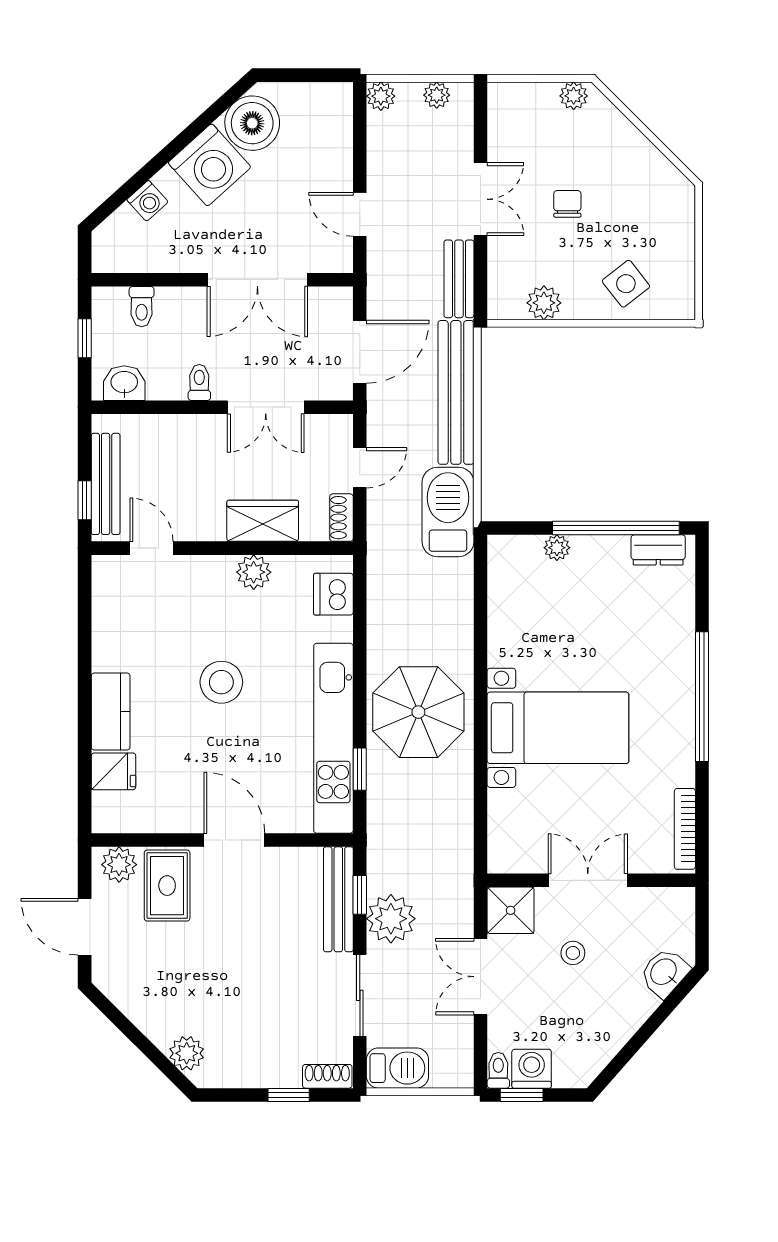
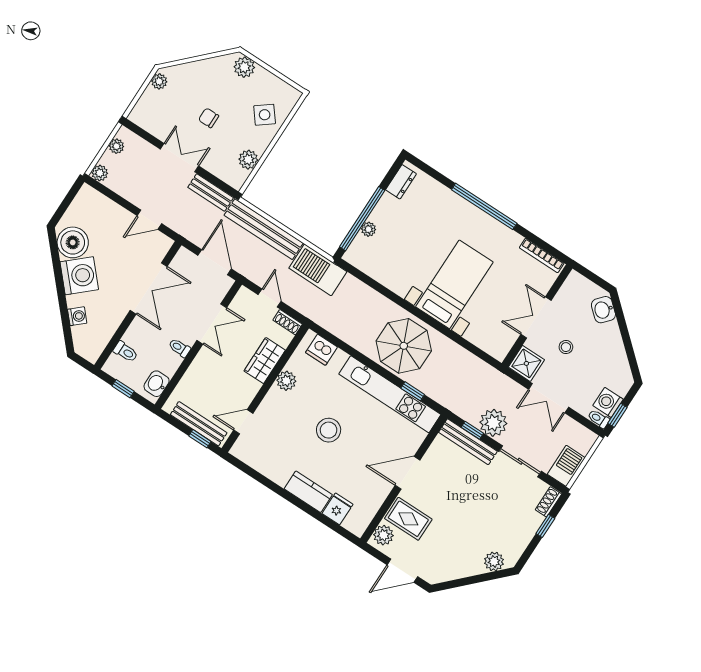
plant: (677, 208) -> (244, 67), added
window: (616, 528) -> (362, 219), moved

